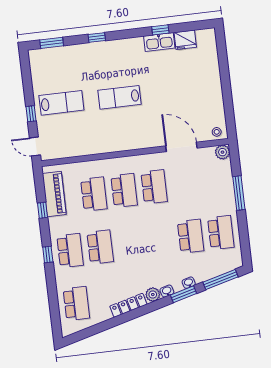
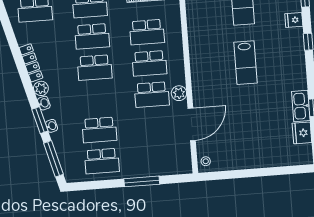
fridge: (76, 52) -> (294, 20), added
lab bench: (119, 97) -> (246, 63), turned 180
plant: (223, 152) -> (179, 93), moved
school desk: (130, 243) -> (95, 68), added

